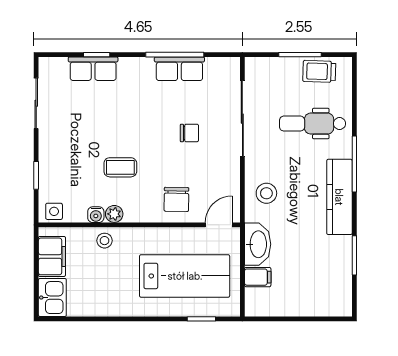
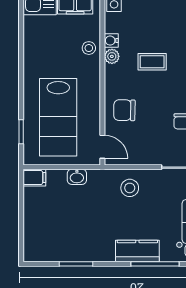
coffee table: (120, 167) -> (152, 62), turned 90
kitchen counter: (339, 197) -> (137, 251), width x0.67
washbasin: (258, 244) -> (77, 177), width x0.52, depth x0.69
filing cabinet: (258, 277) -> (34, 178), moved, turned -90

